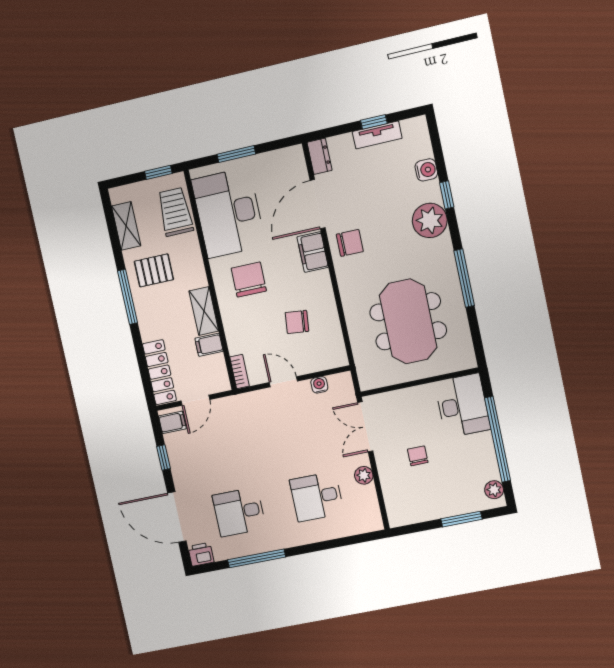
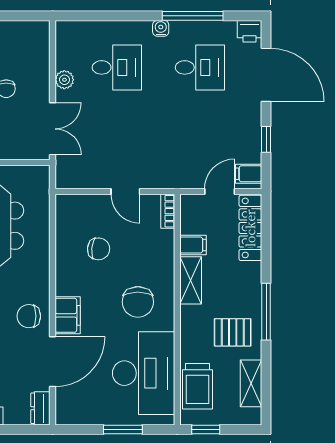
water cooler: (319, 385) -> (161, 28), moved, turned 180

